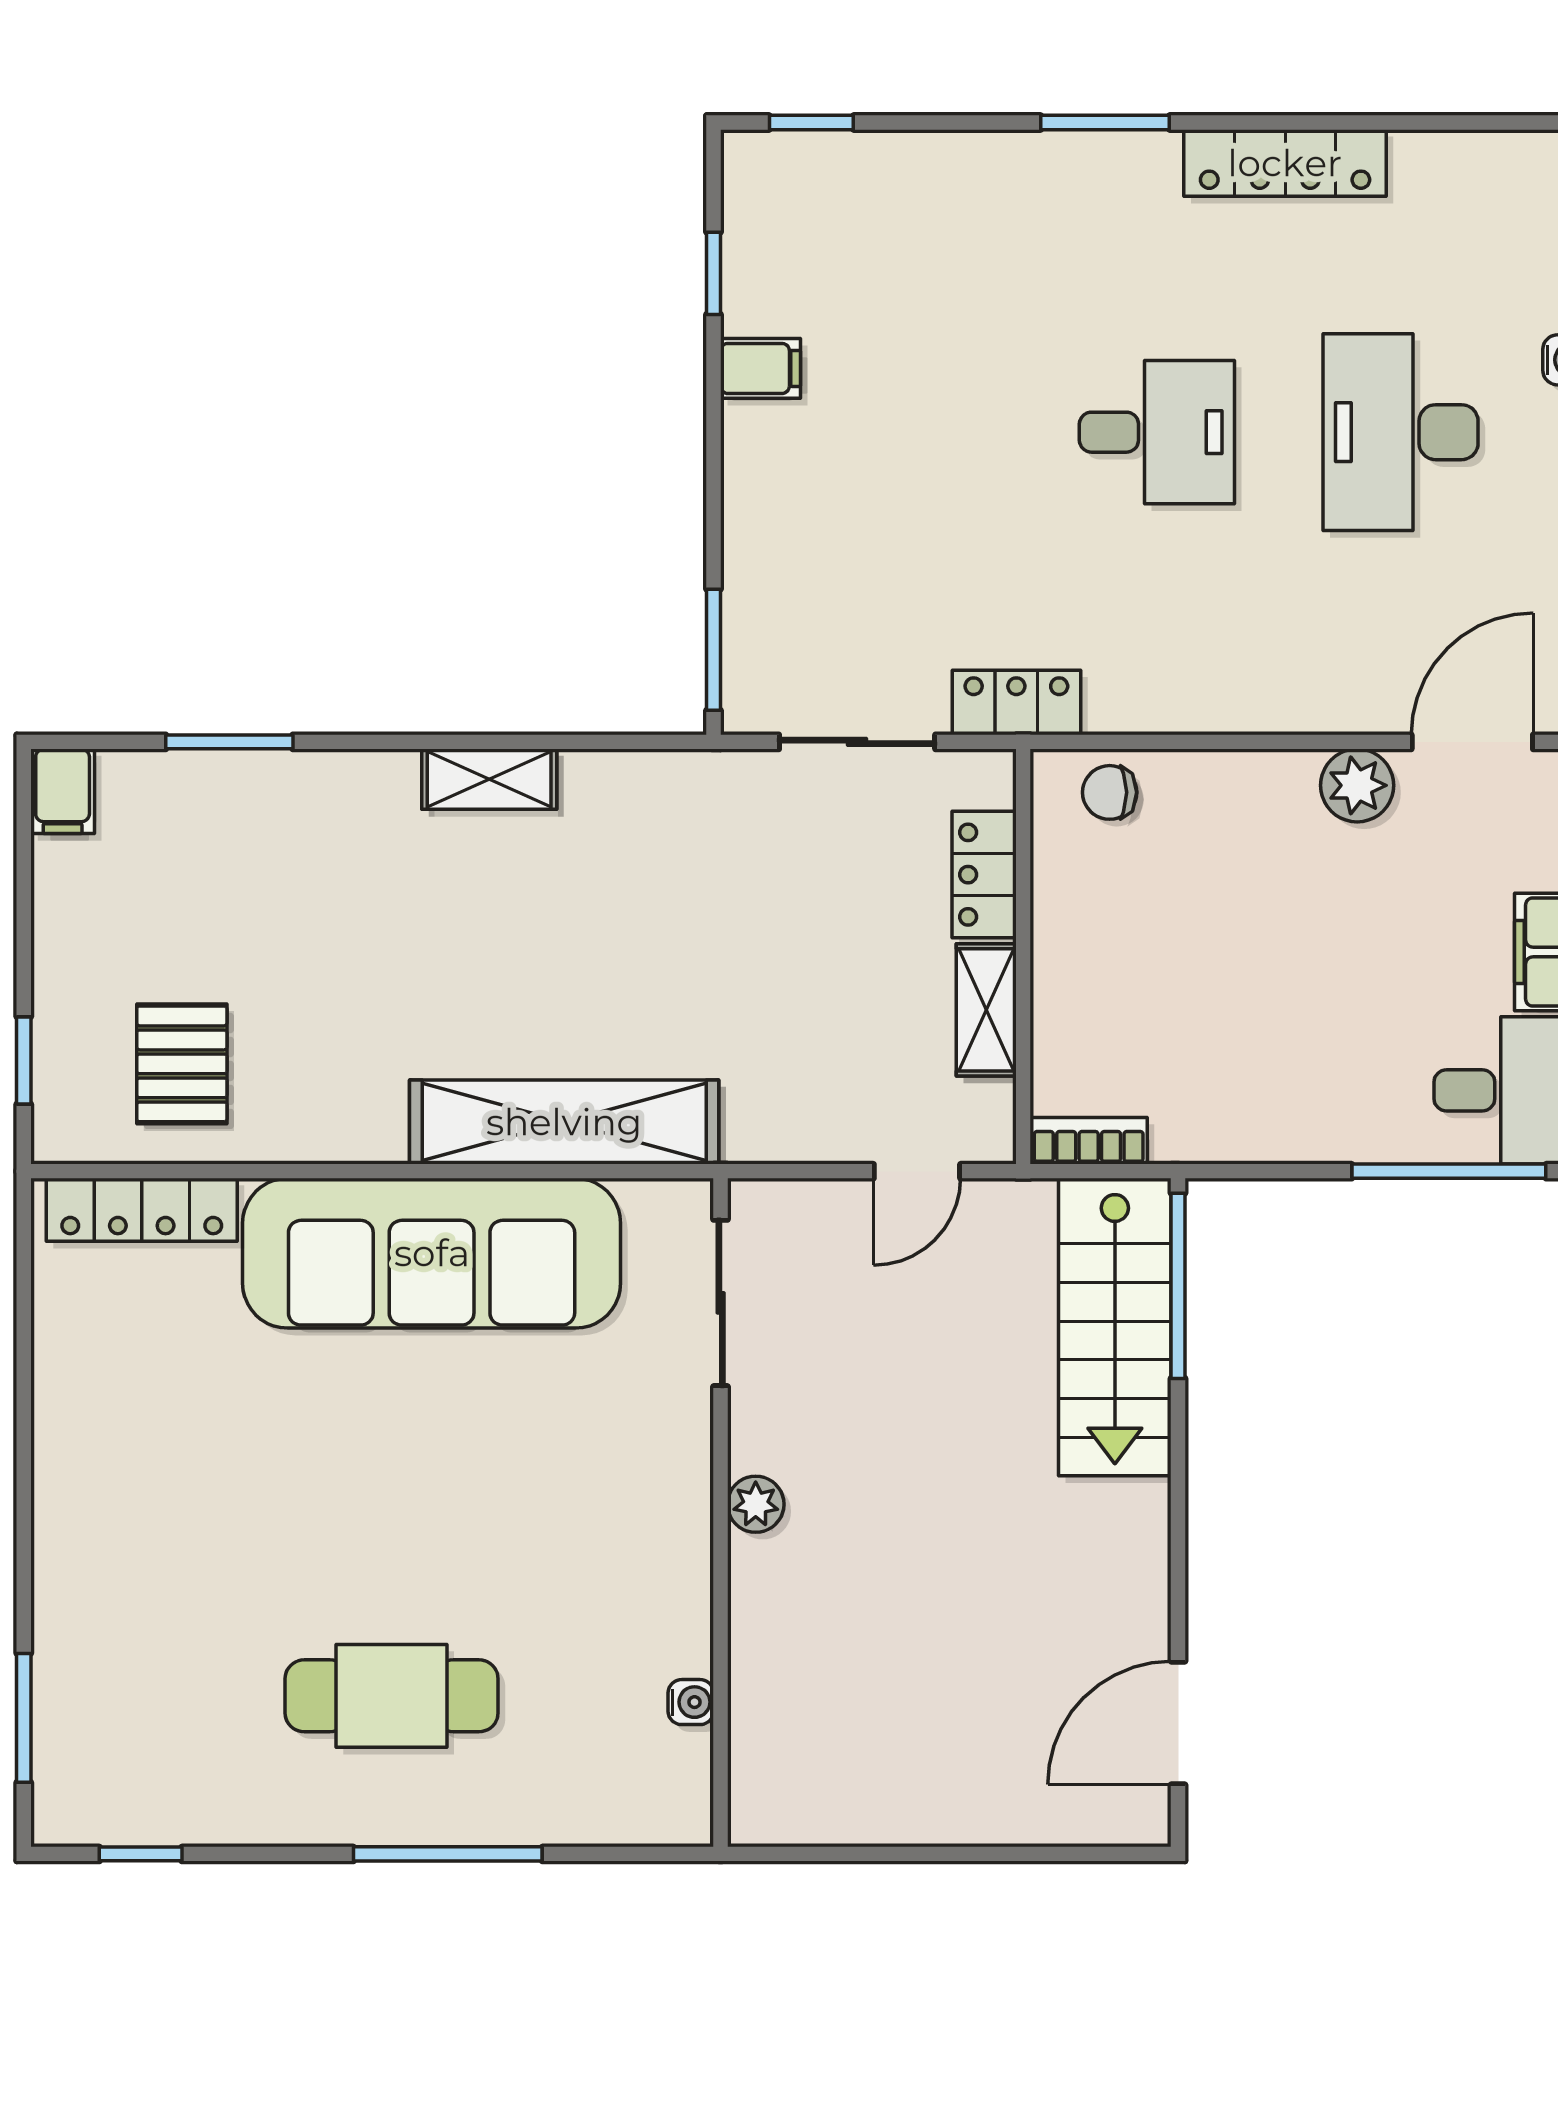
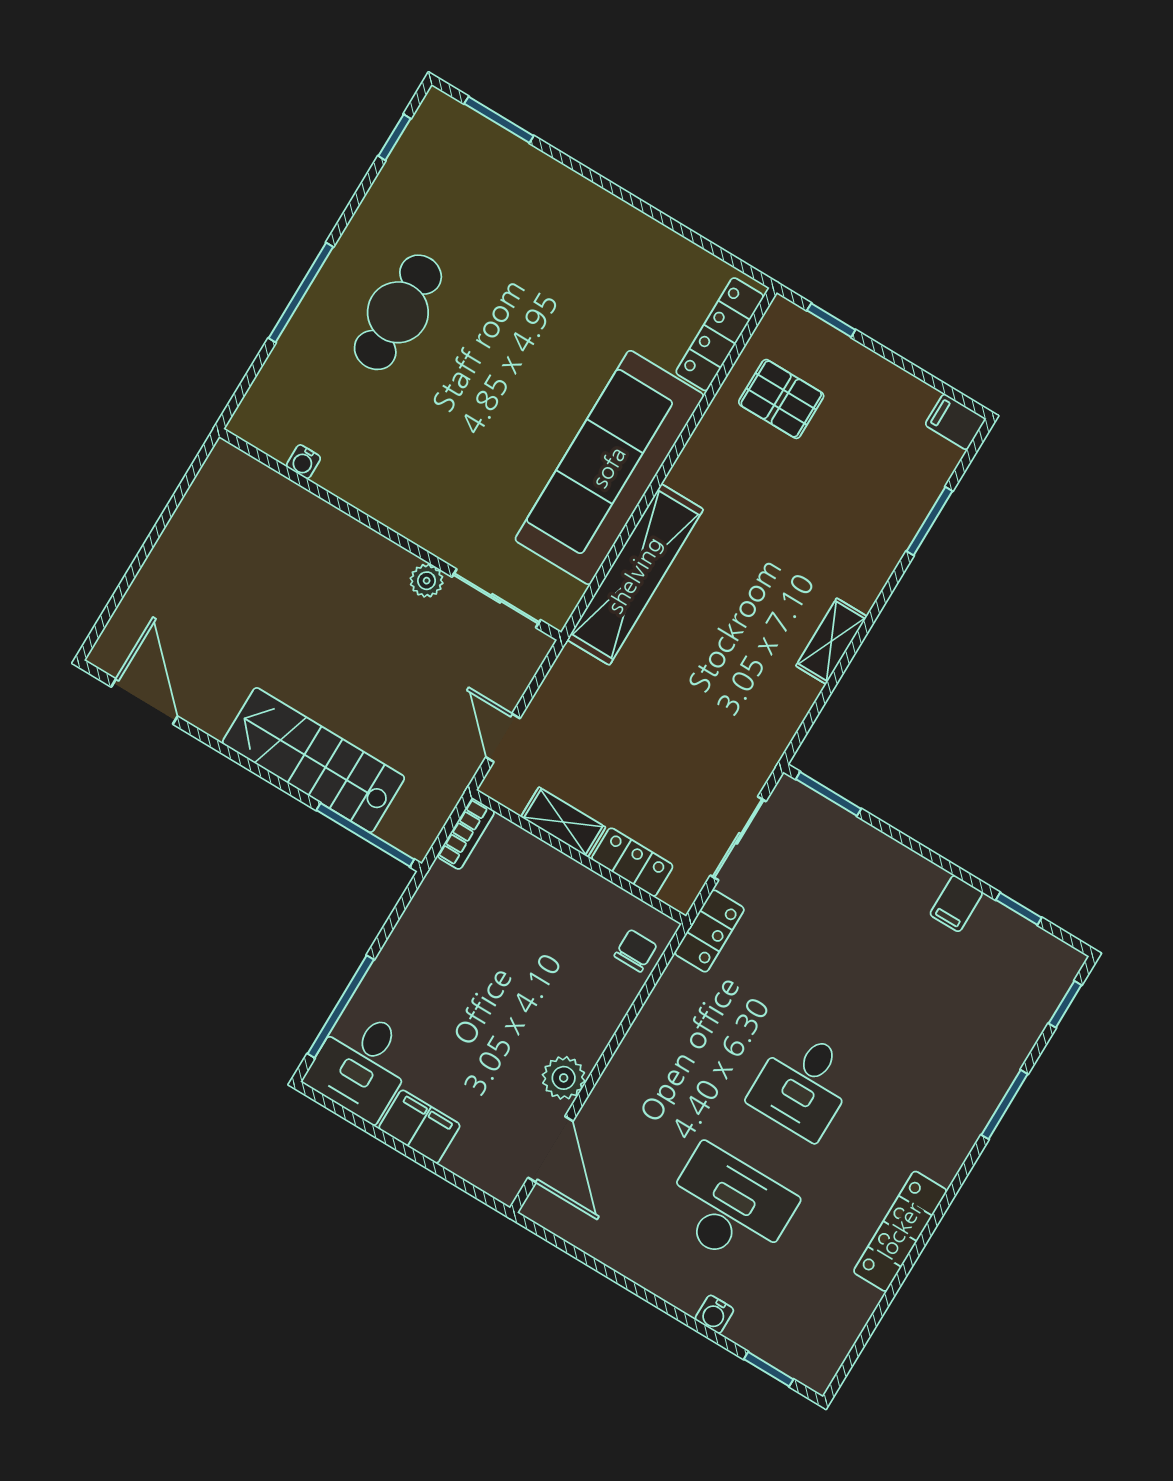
window: (1105, 122) -> (1005, 1105), moved
stairs: (1115, 1327) -> (314, 760), moved
plant: (756, 1504) -> (427, 581), moved

